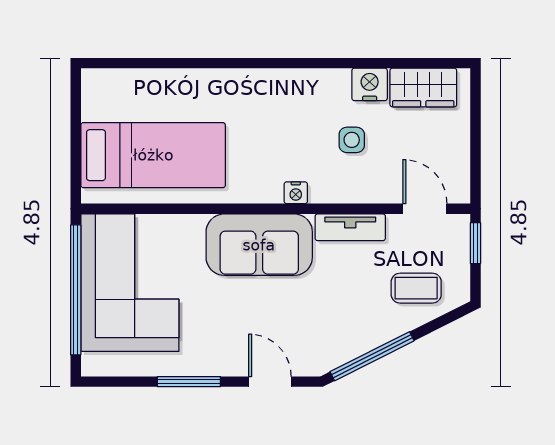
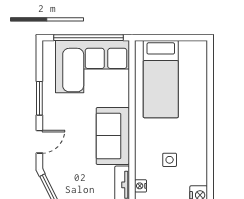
side table: (352, 140) -> (170, 160), moved
nightstand: (296, 193) -> (141, 186), moved

